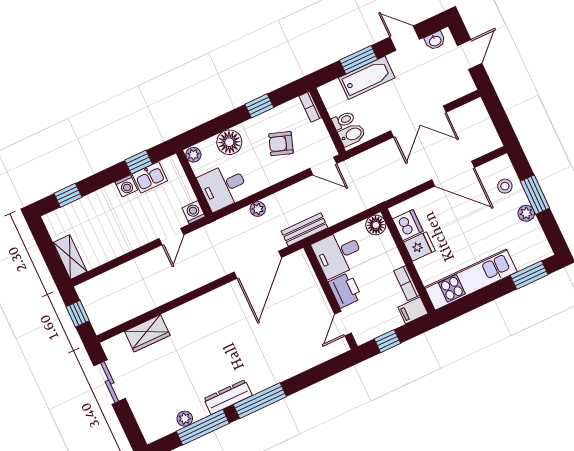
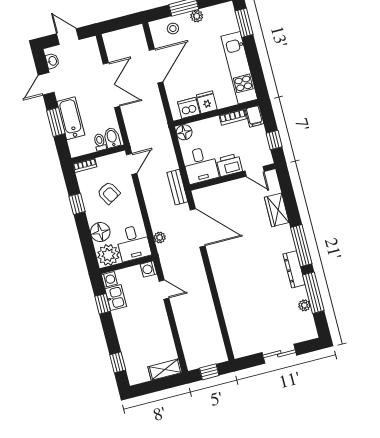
armchair: (281, 144) -> (109, 193), turned -49
plant: (193, 155) -> (108, 255), width x1.87, depth x1.87
washing machine: (126, 186) -> (109, 279), moved
plant: (258, 209) -> (160, 237), moved
wardrobe: (147, 333) -> (277, 210), moved, turned 180
sliding door: (110, 382) -> (279, 354), moved

